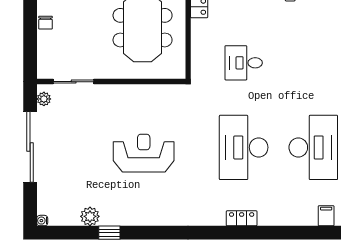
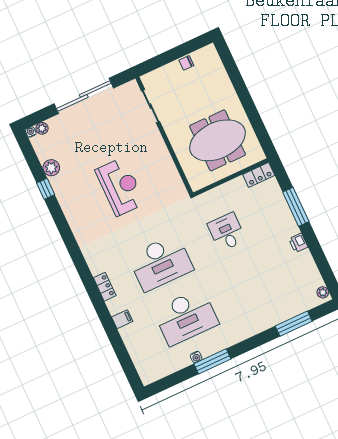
plant: (44, 99) -> (42, 128), moved
desk: (244, 147) -> (161, 263), turned 180
filing cabinet: (326, 216) -> (122, 319), moved

